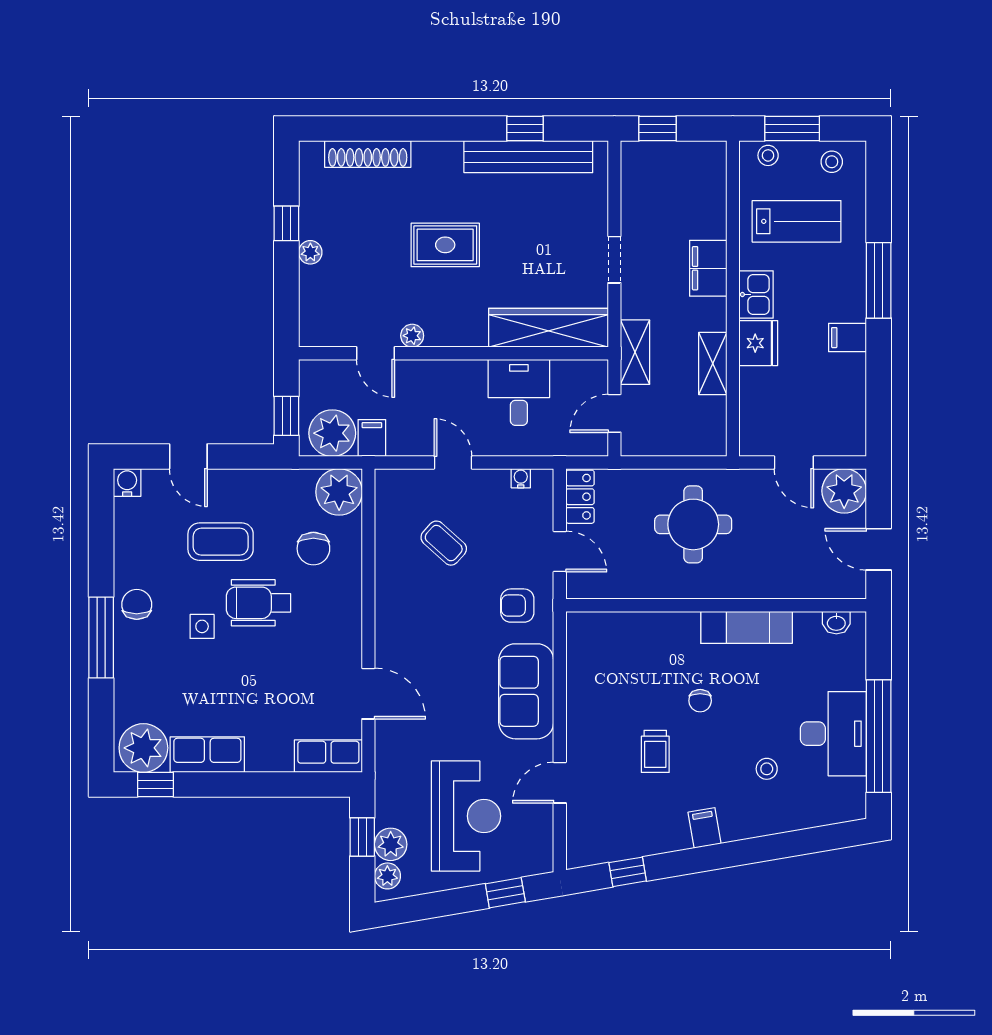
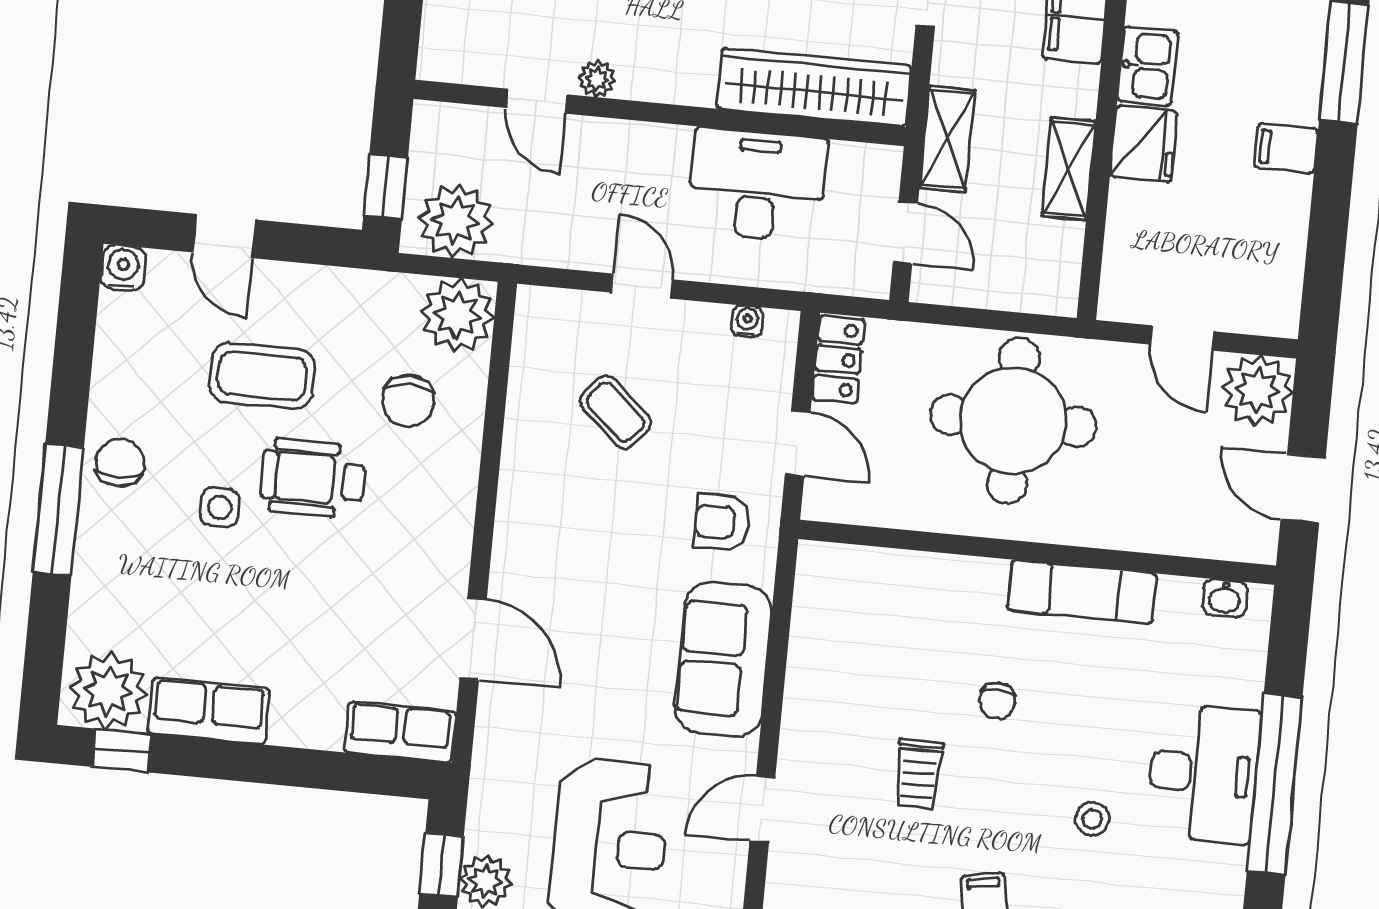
desk: (519, 392) -> (757, 185), width x1.37
door: (614, 413) -> (905, 233), swing flipped
filing cabinet: (372, 438) -> (518, 235), removed
round table: (693, 524) -> (1013, 421), width x1.36, depth x1.36

